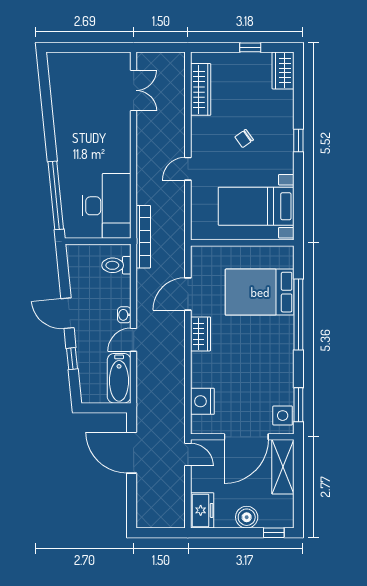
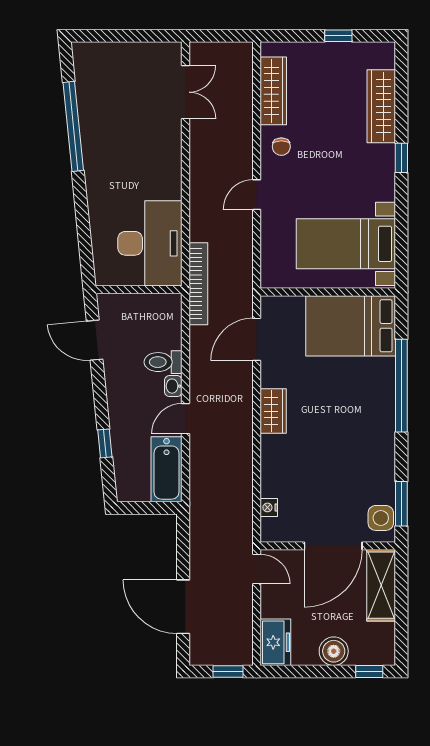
wardrobe: (283, 70) -> (381, 106), moved, width x1.50
chair: (244, 138) -> (281, 147), moved, turned -54
window: (56, 195) -> (73, 126), moved
toilet: (116, 265) -> (163, 362), moved
bed: (260, 292) -> (351, 326), moved
door: (188, 294) -> (257, 339), moved
door: (68, 313) -> (95, 340), moved
nightstand: (202, 401) -> (269, 507), width x0.53, depth x0.56
door: (132, 453) -> (183, 607), moved
window: (166, 533) -> (228, 672), added

